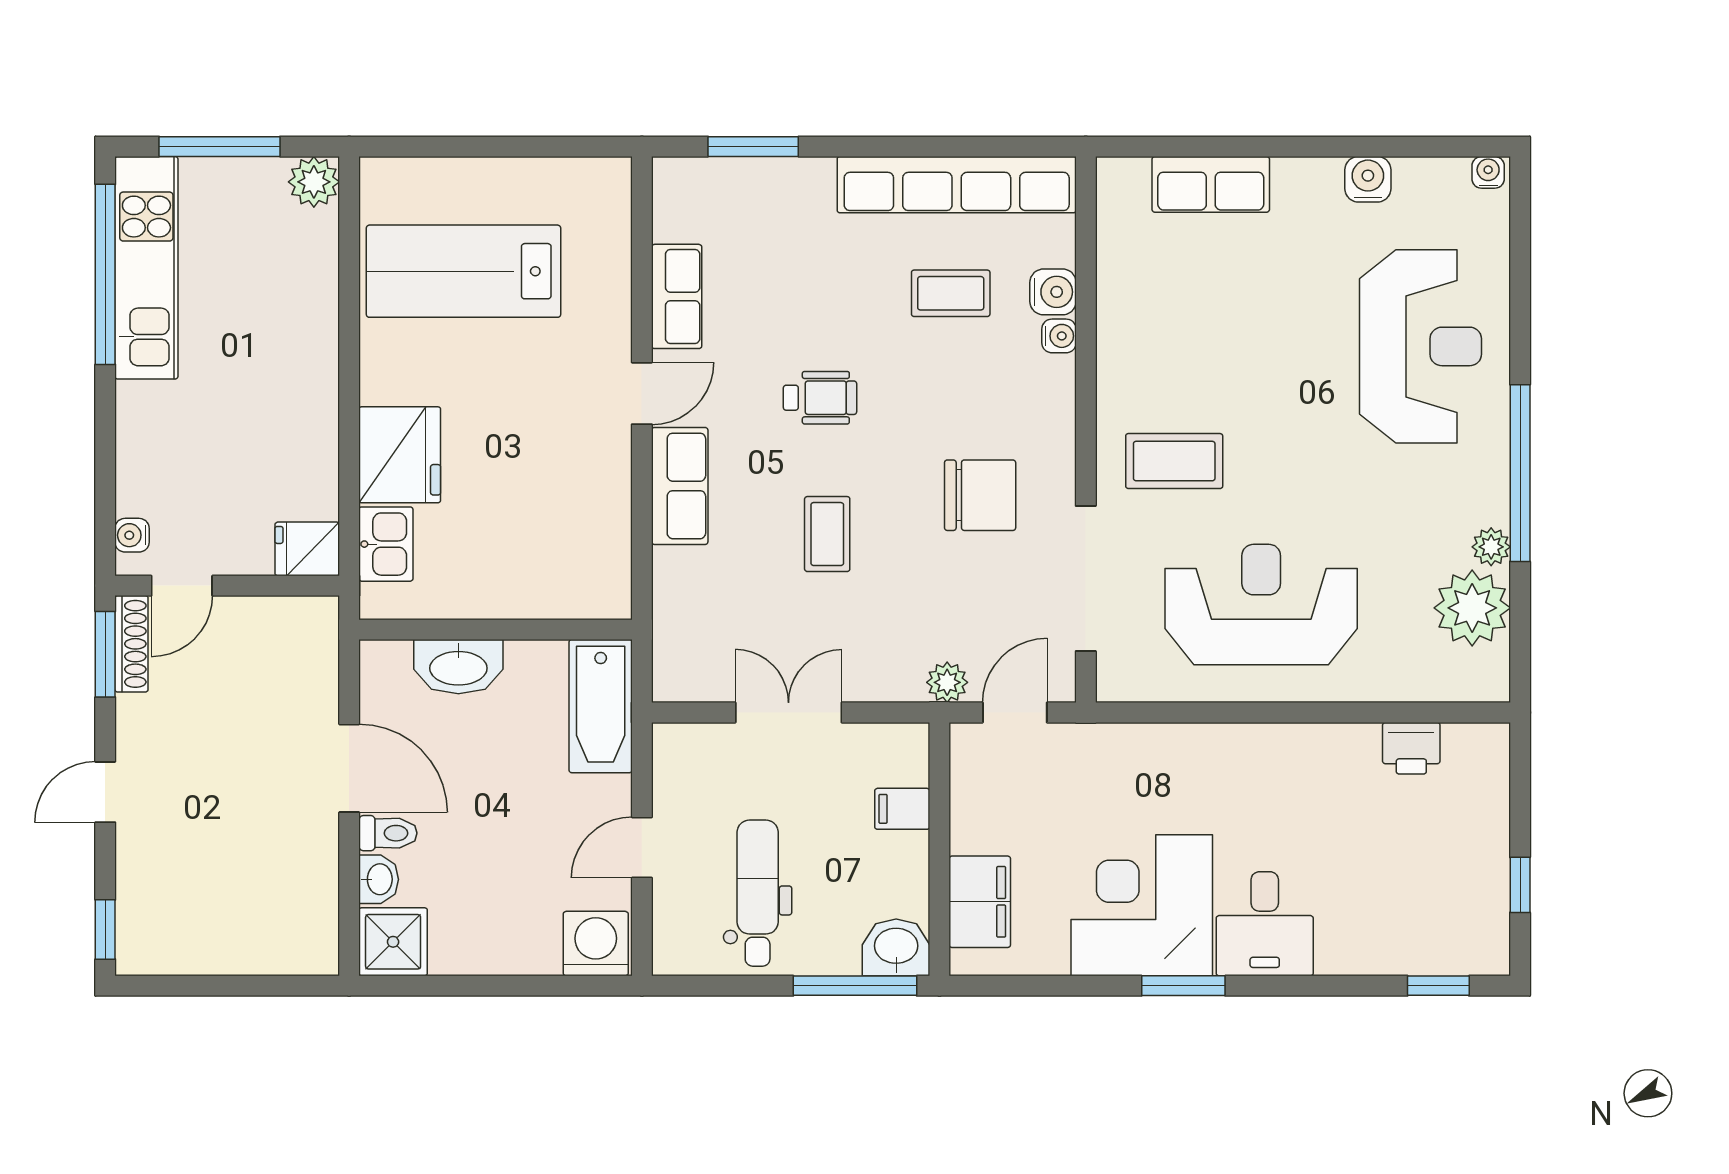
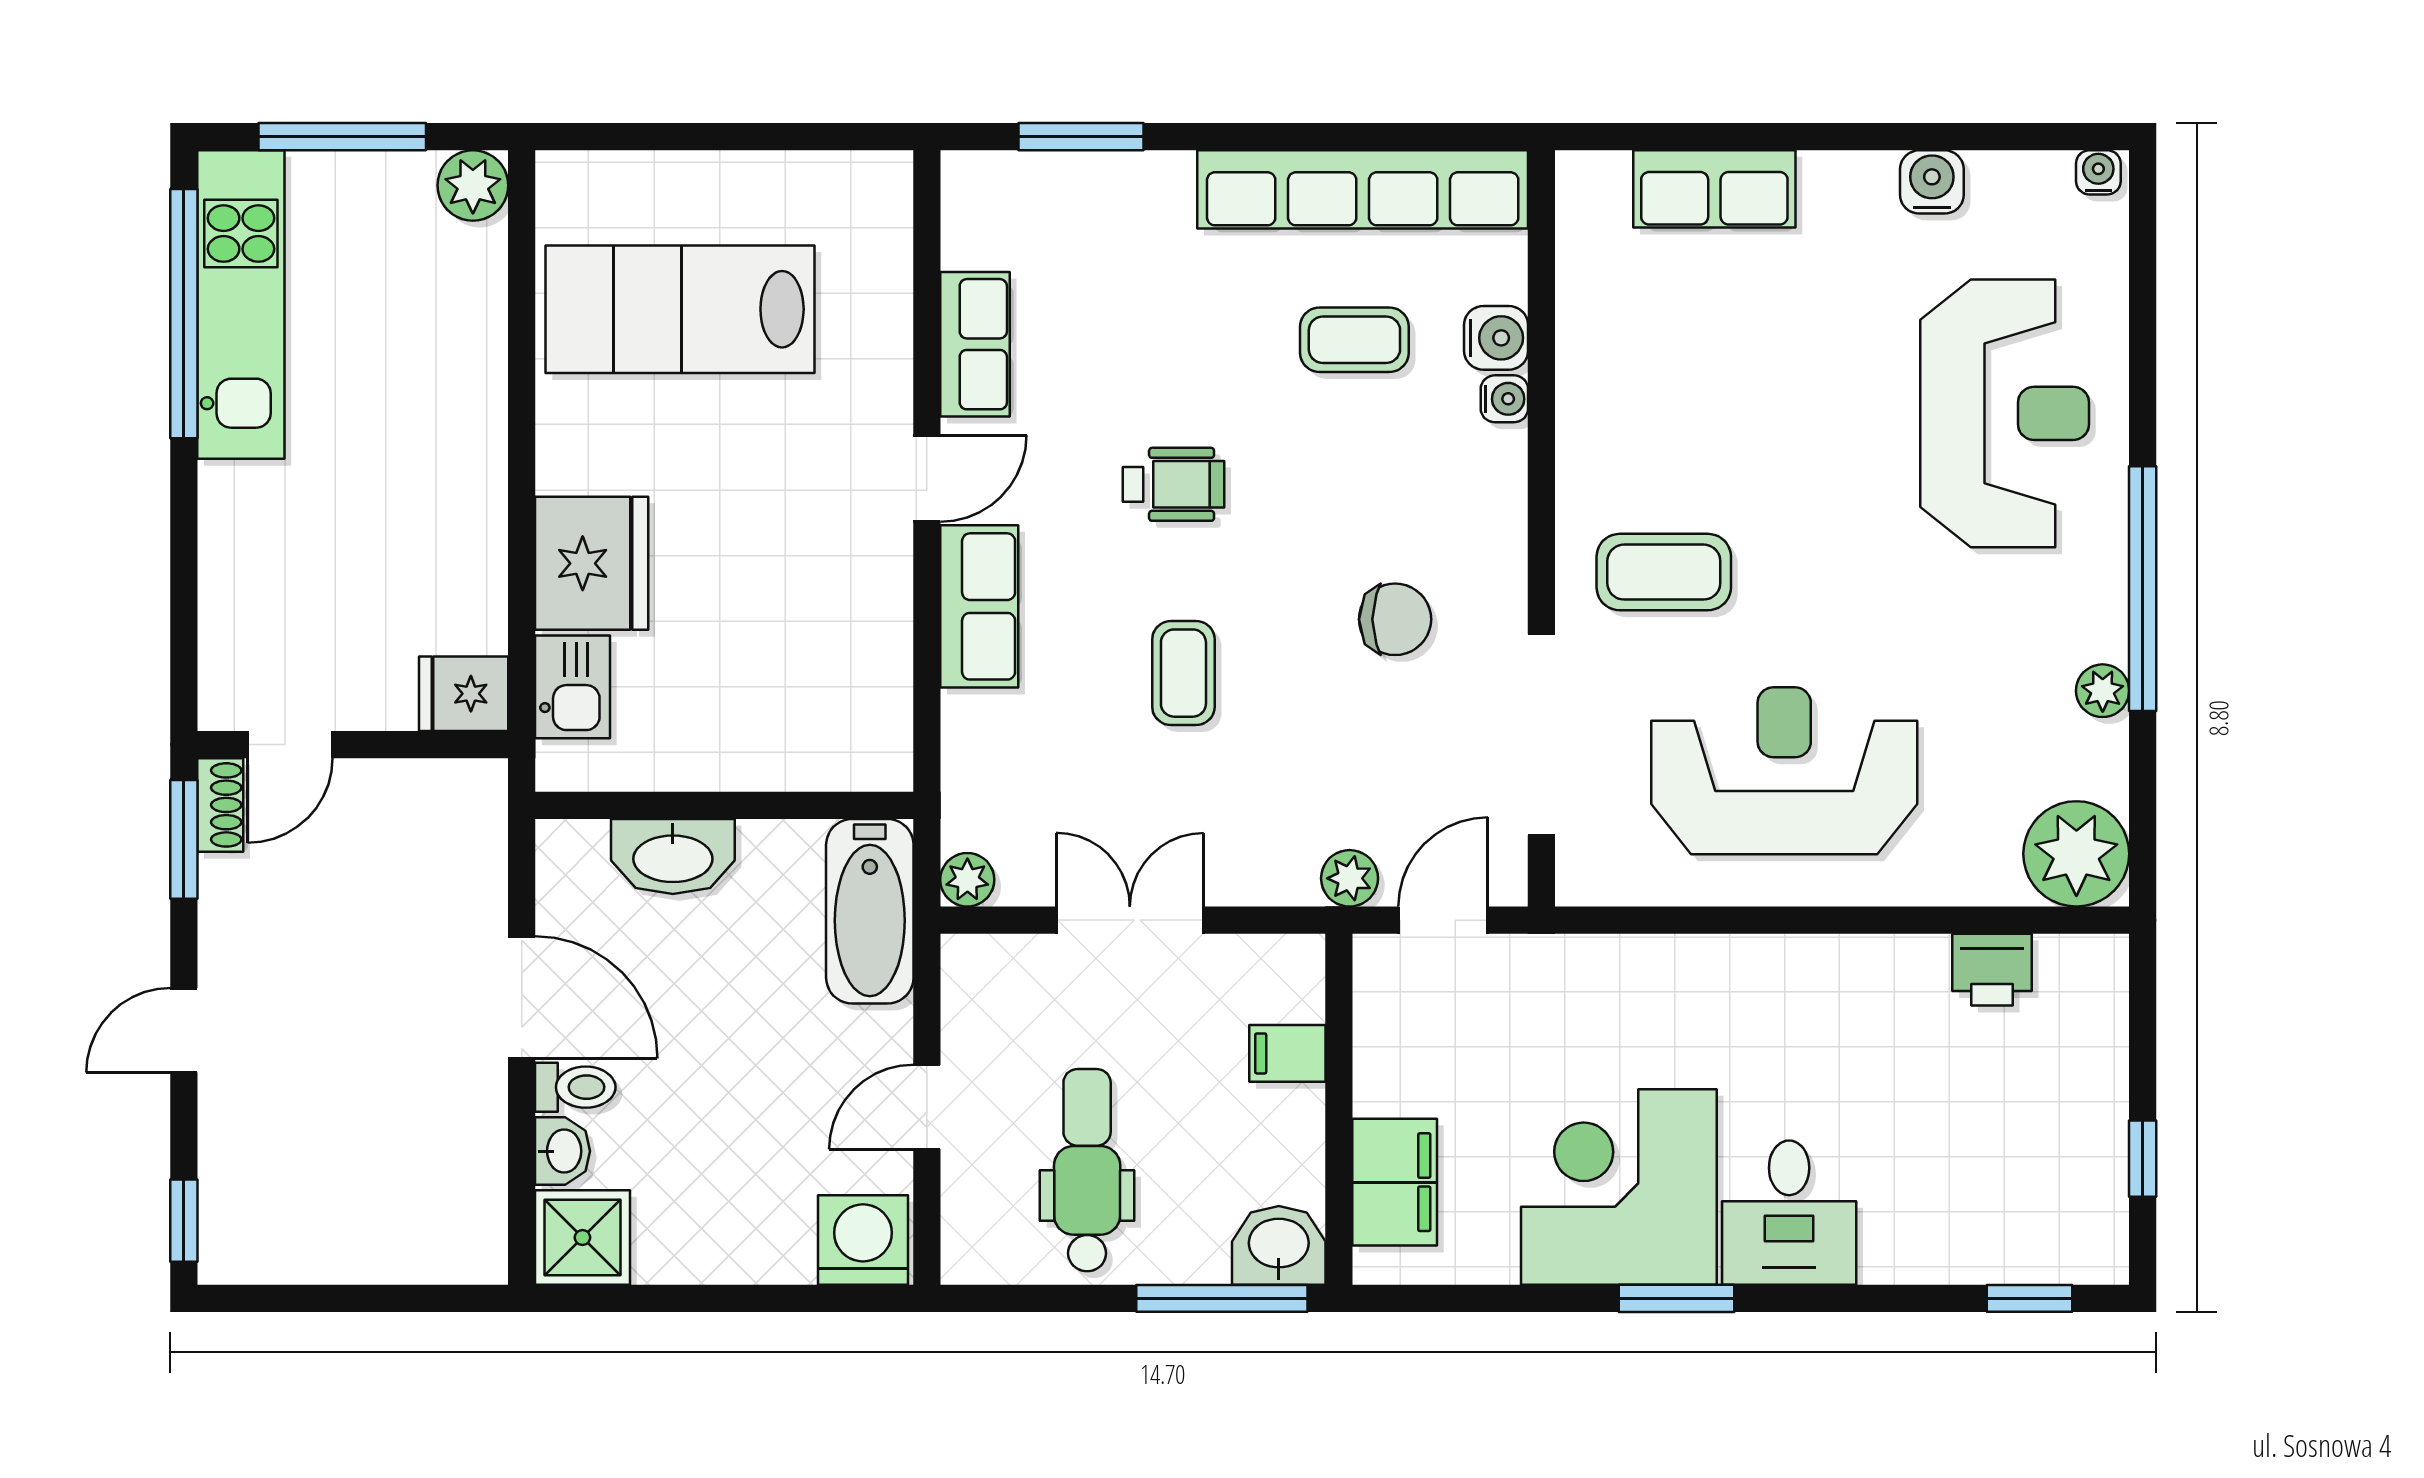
chair: (980, 495) -> (1395, 619), width x0.73, depth x0.73
water cooler: (132, 535) -> (221, 675), removed
plant: (1472, 608) -> (2076, 854), moved
shoe rack: (131, 644) -> (220, 805), width x0.70
plant: (671, 683) -> (967, 880), added

